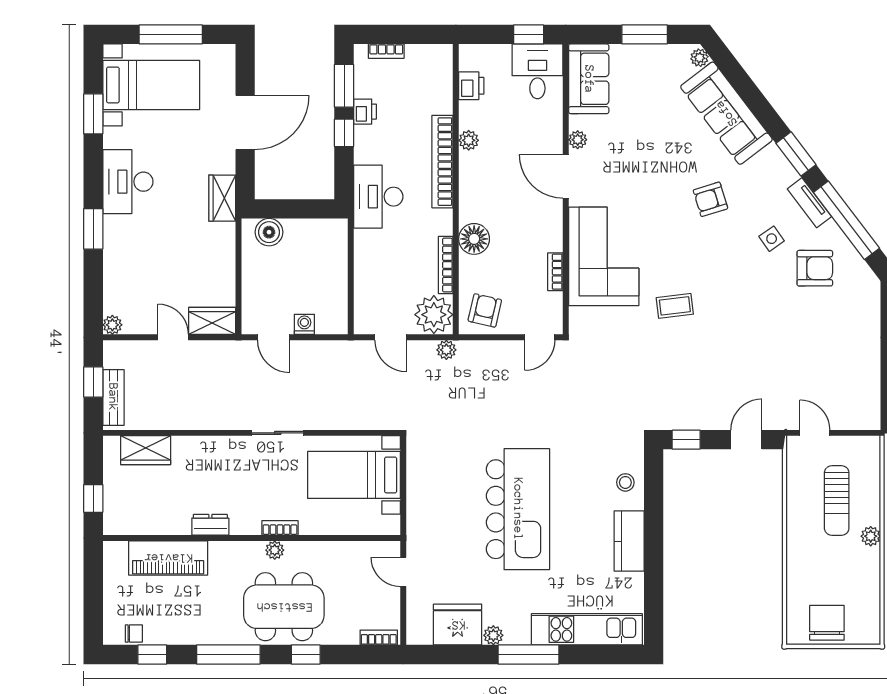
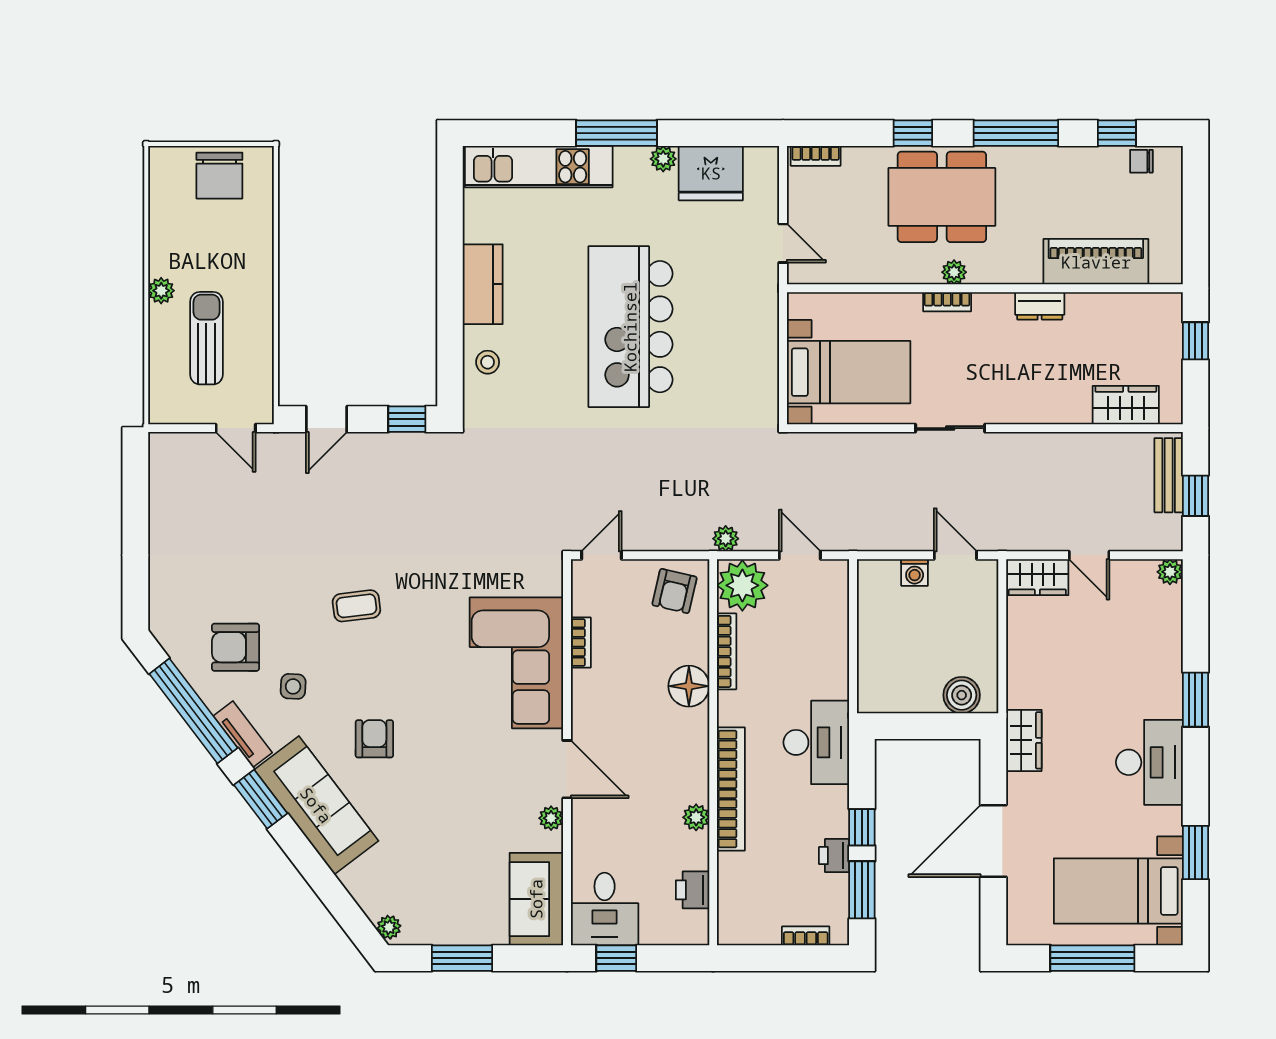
sofa: (726, 113) -> (316, 805), moved
armchair: (710, 199) -> (374, 739), turned -73
side table: (772, 239) -> (293, 686), turned 38
coffee table: (675, 306) -> (356, 606), moved

